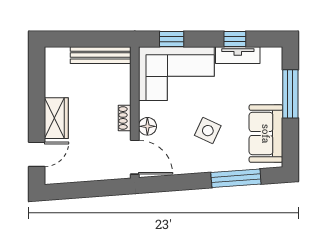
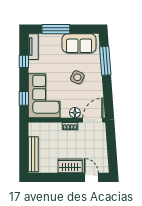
bench: (101, 55) -> (33, 154), moved
tv unit: (238, 55) -> (33, 47), moved

